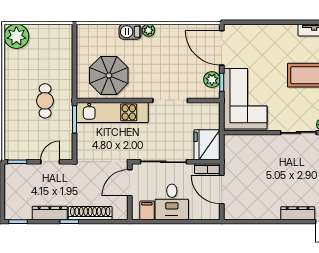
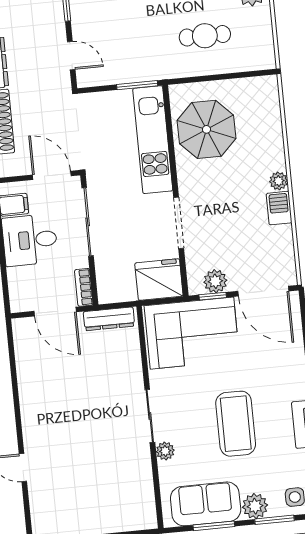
barbecue: (130, 32) -> (279, 208), moved
door: (222, 48) -> (263, 291), swing flipped
cafe table: (45, 101) -> (205, 36), moved
fridge: (207, 145) -> (159, 280), moved
door: (222, 190) -> (55, 312), swing flipped
dresser: (298, 213) -> (109, 319), moved, turned 90

